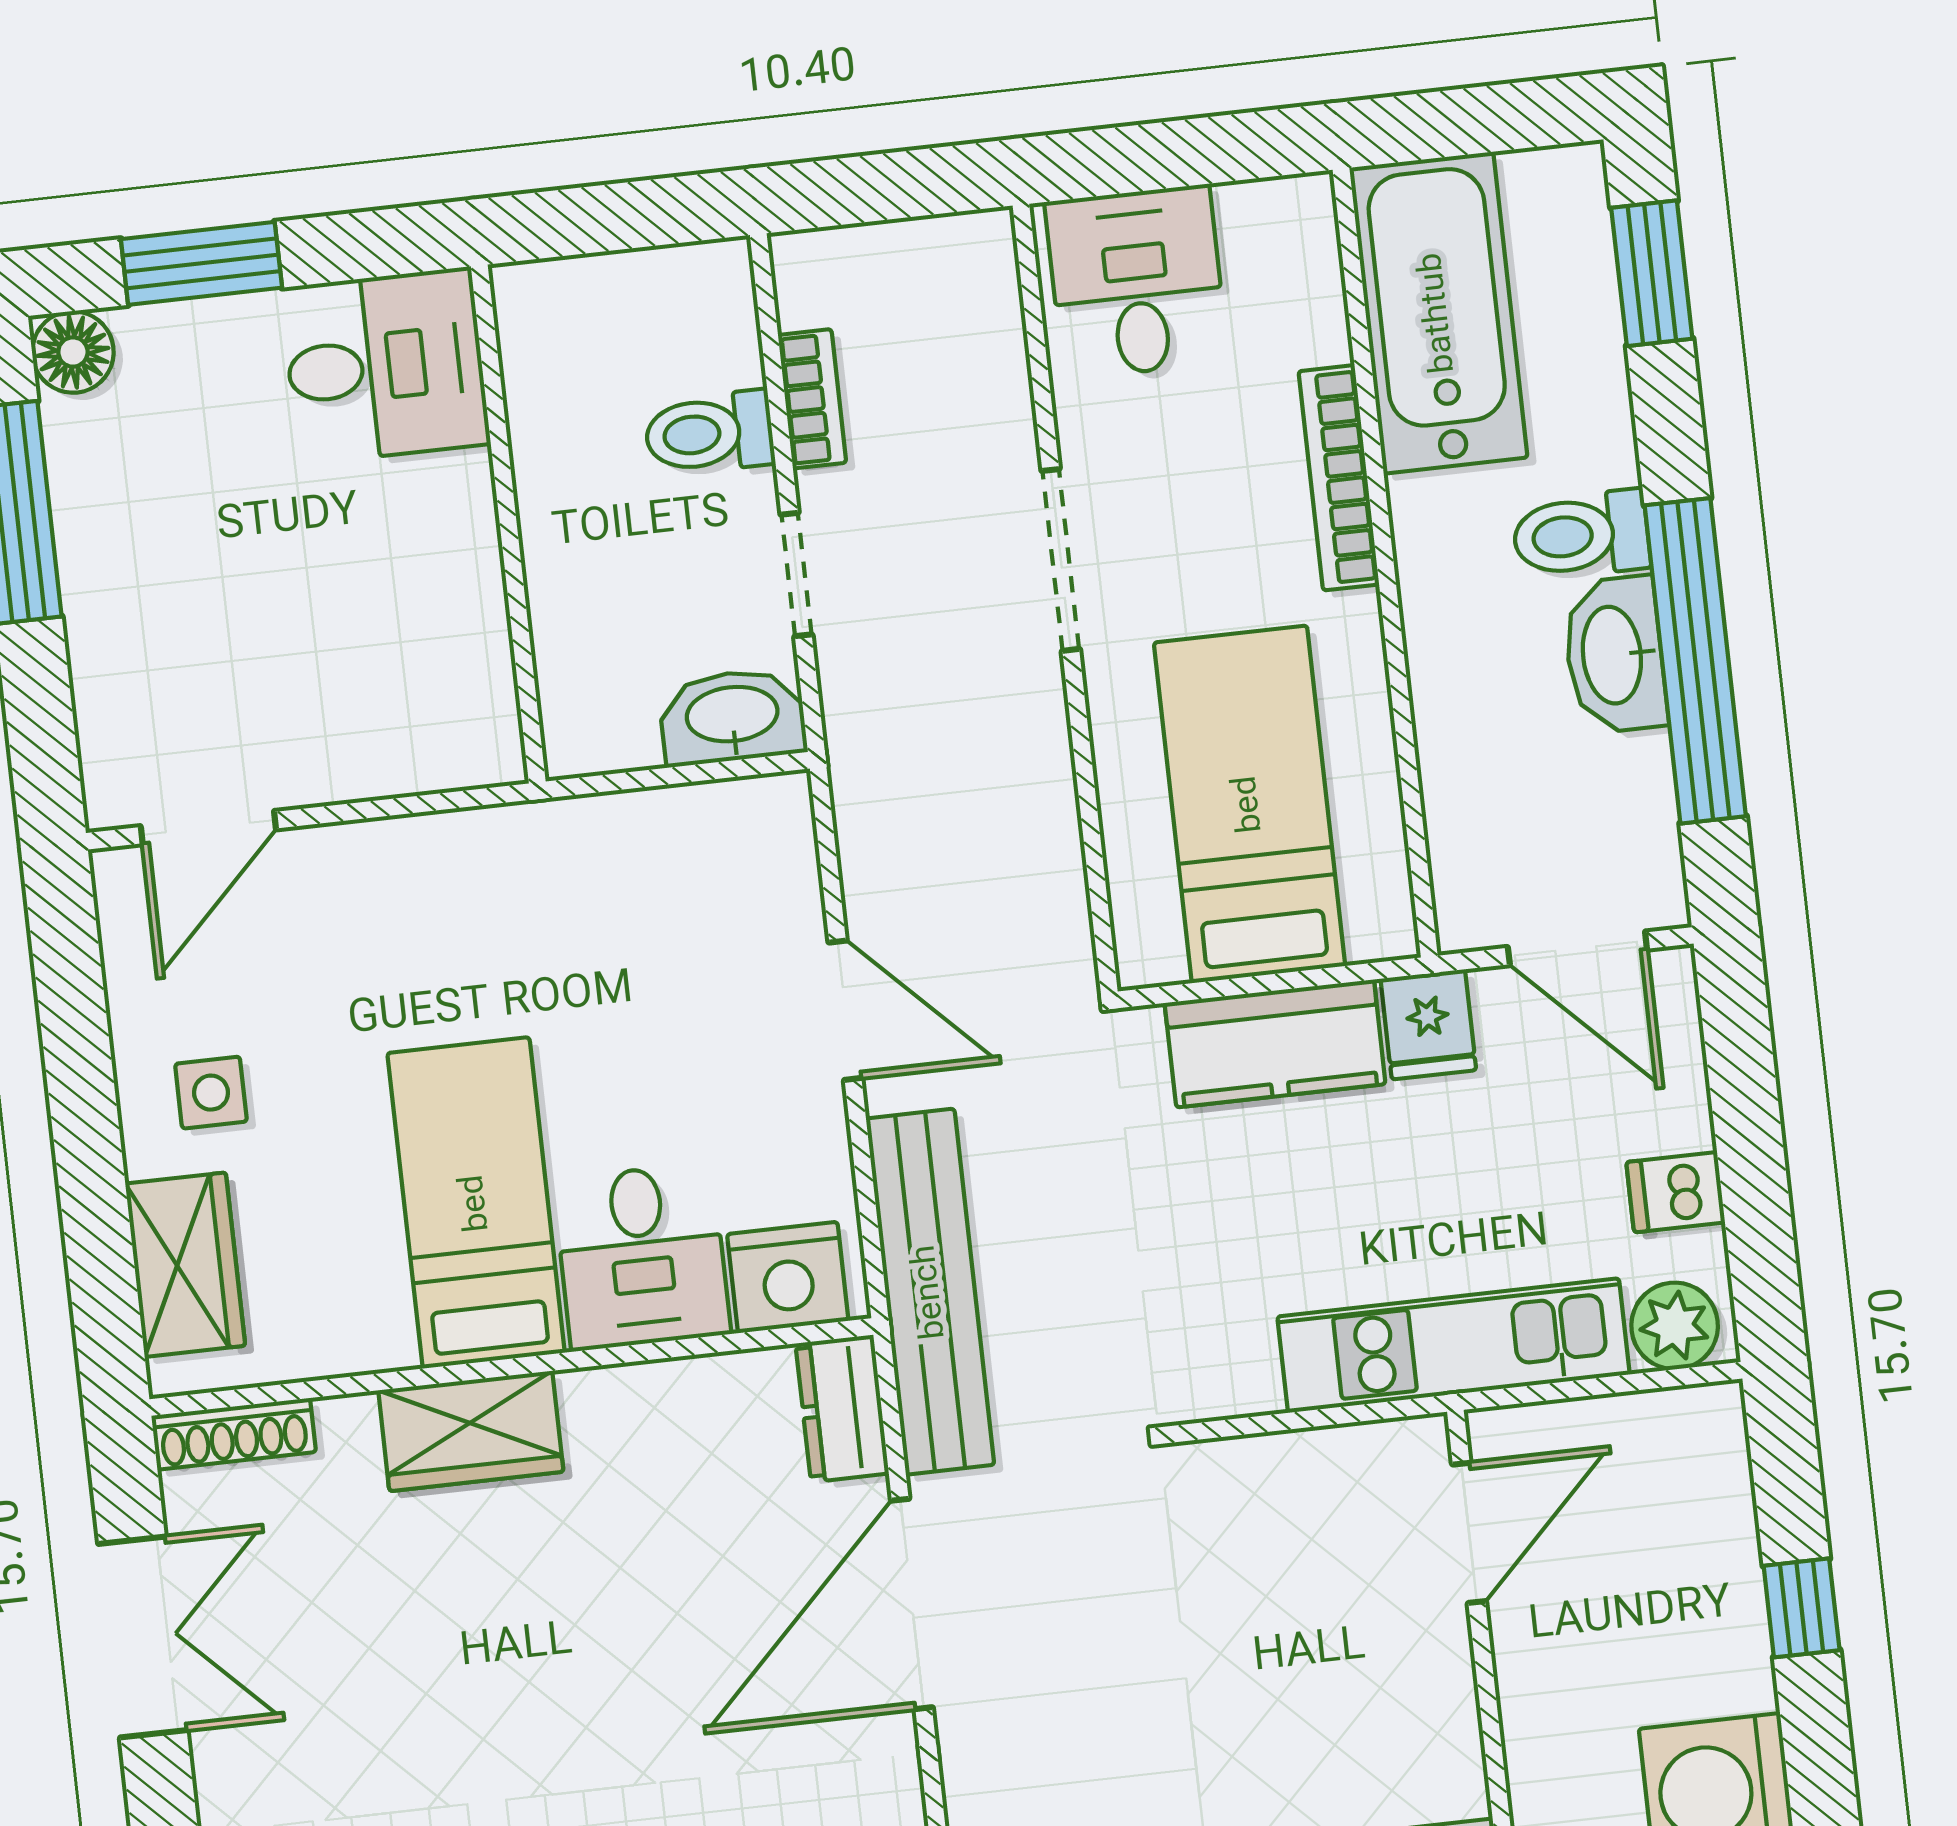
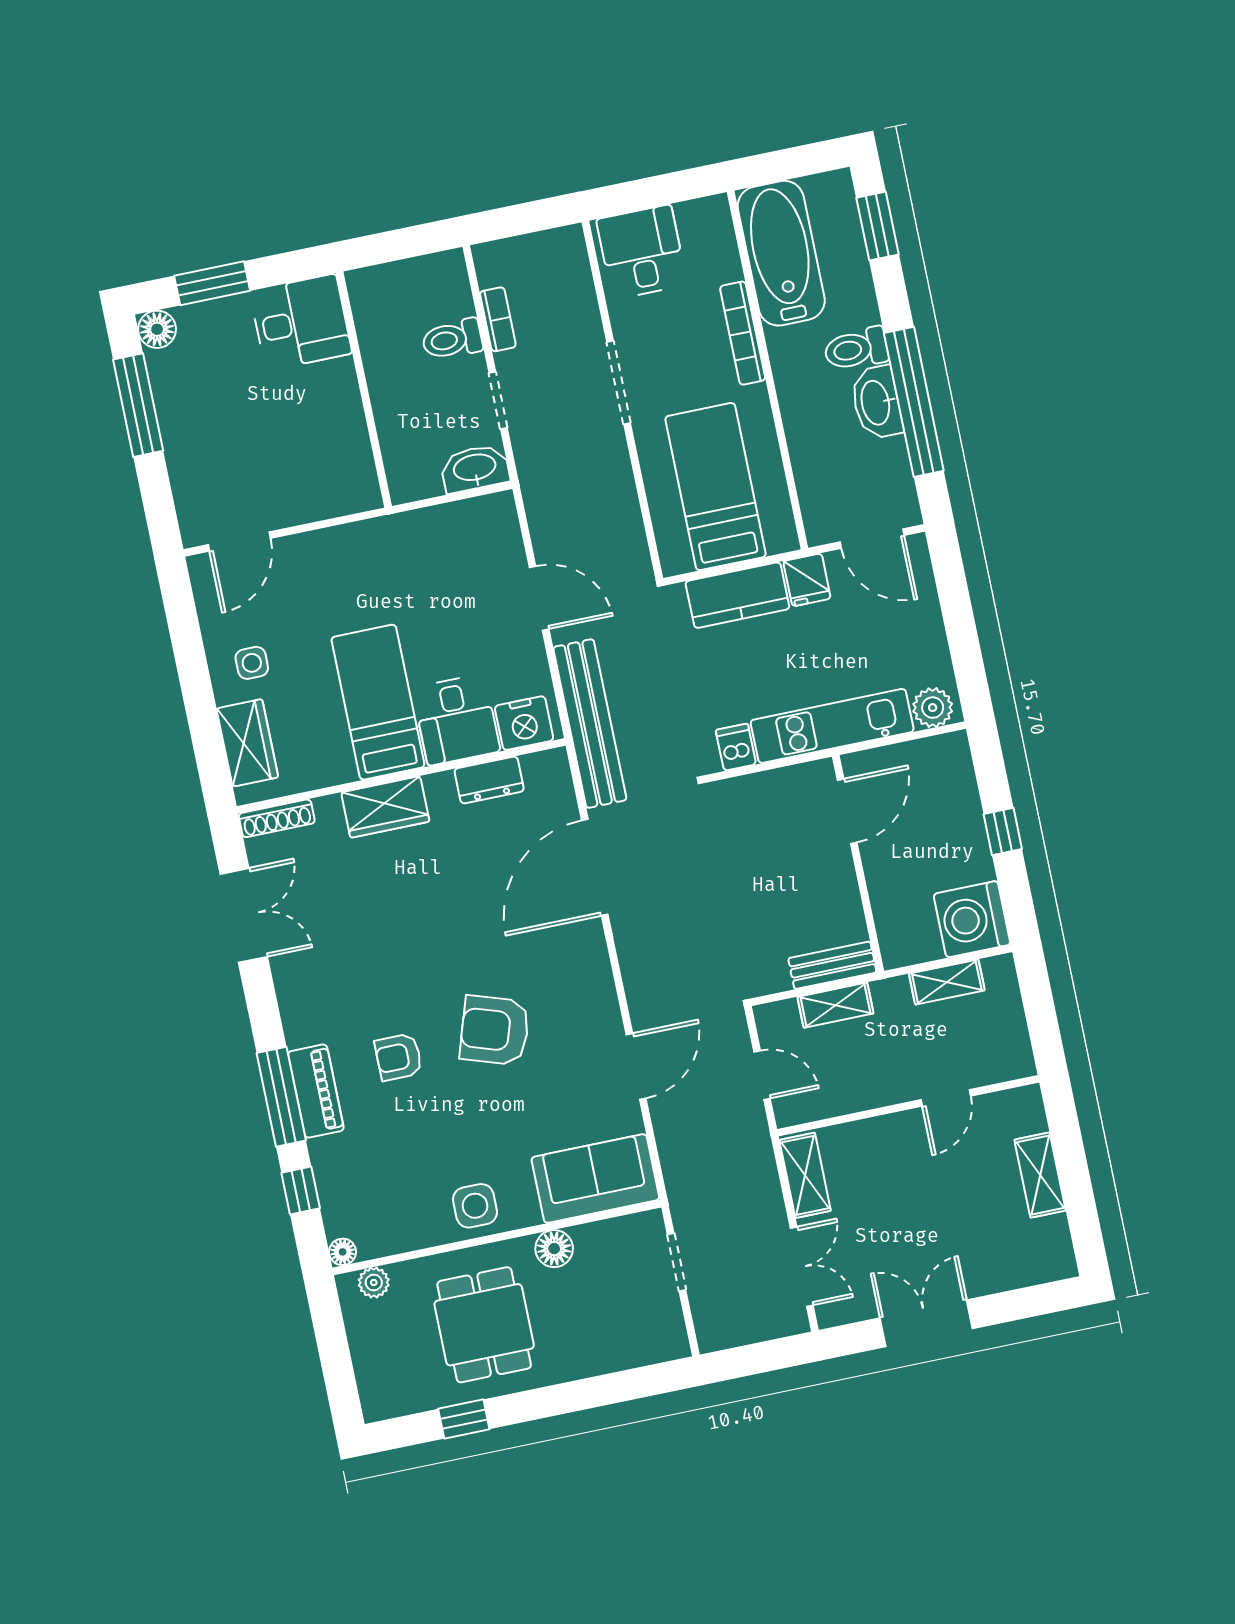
dishwasher: (1676, 1192) -> (736, 747), moved, turned 90
dresser: (842, 1409) -> (489, 780), moved, turned -90

